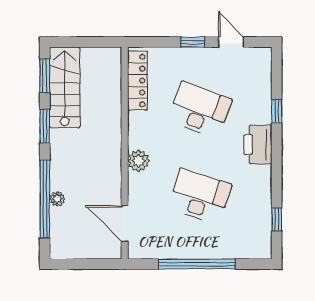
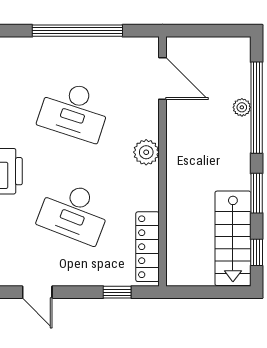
window: (193, 42) -> (117, 292), moved
window: (45, 76) -> (257, 252), width x0.67

